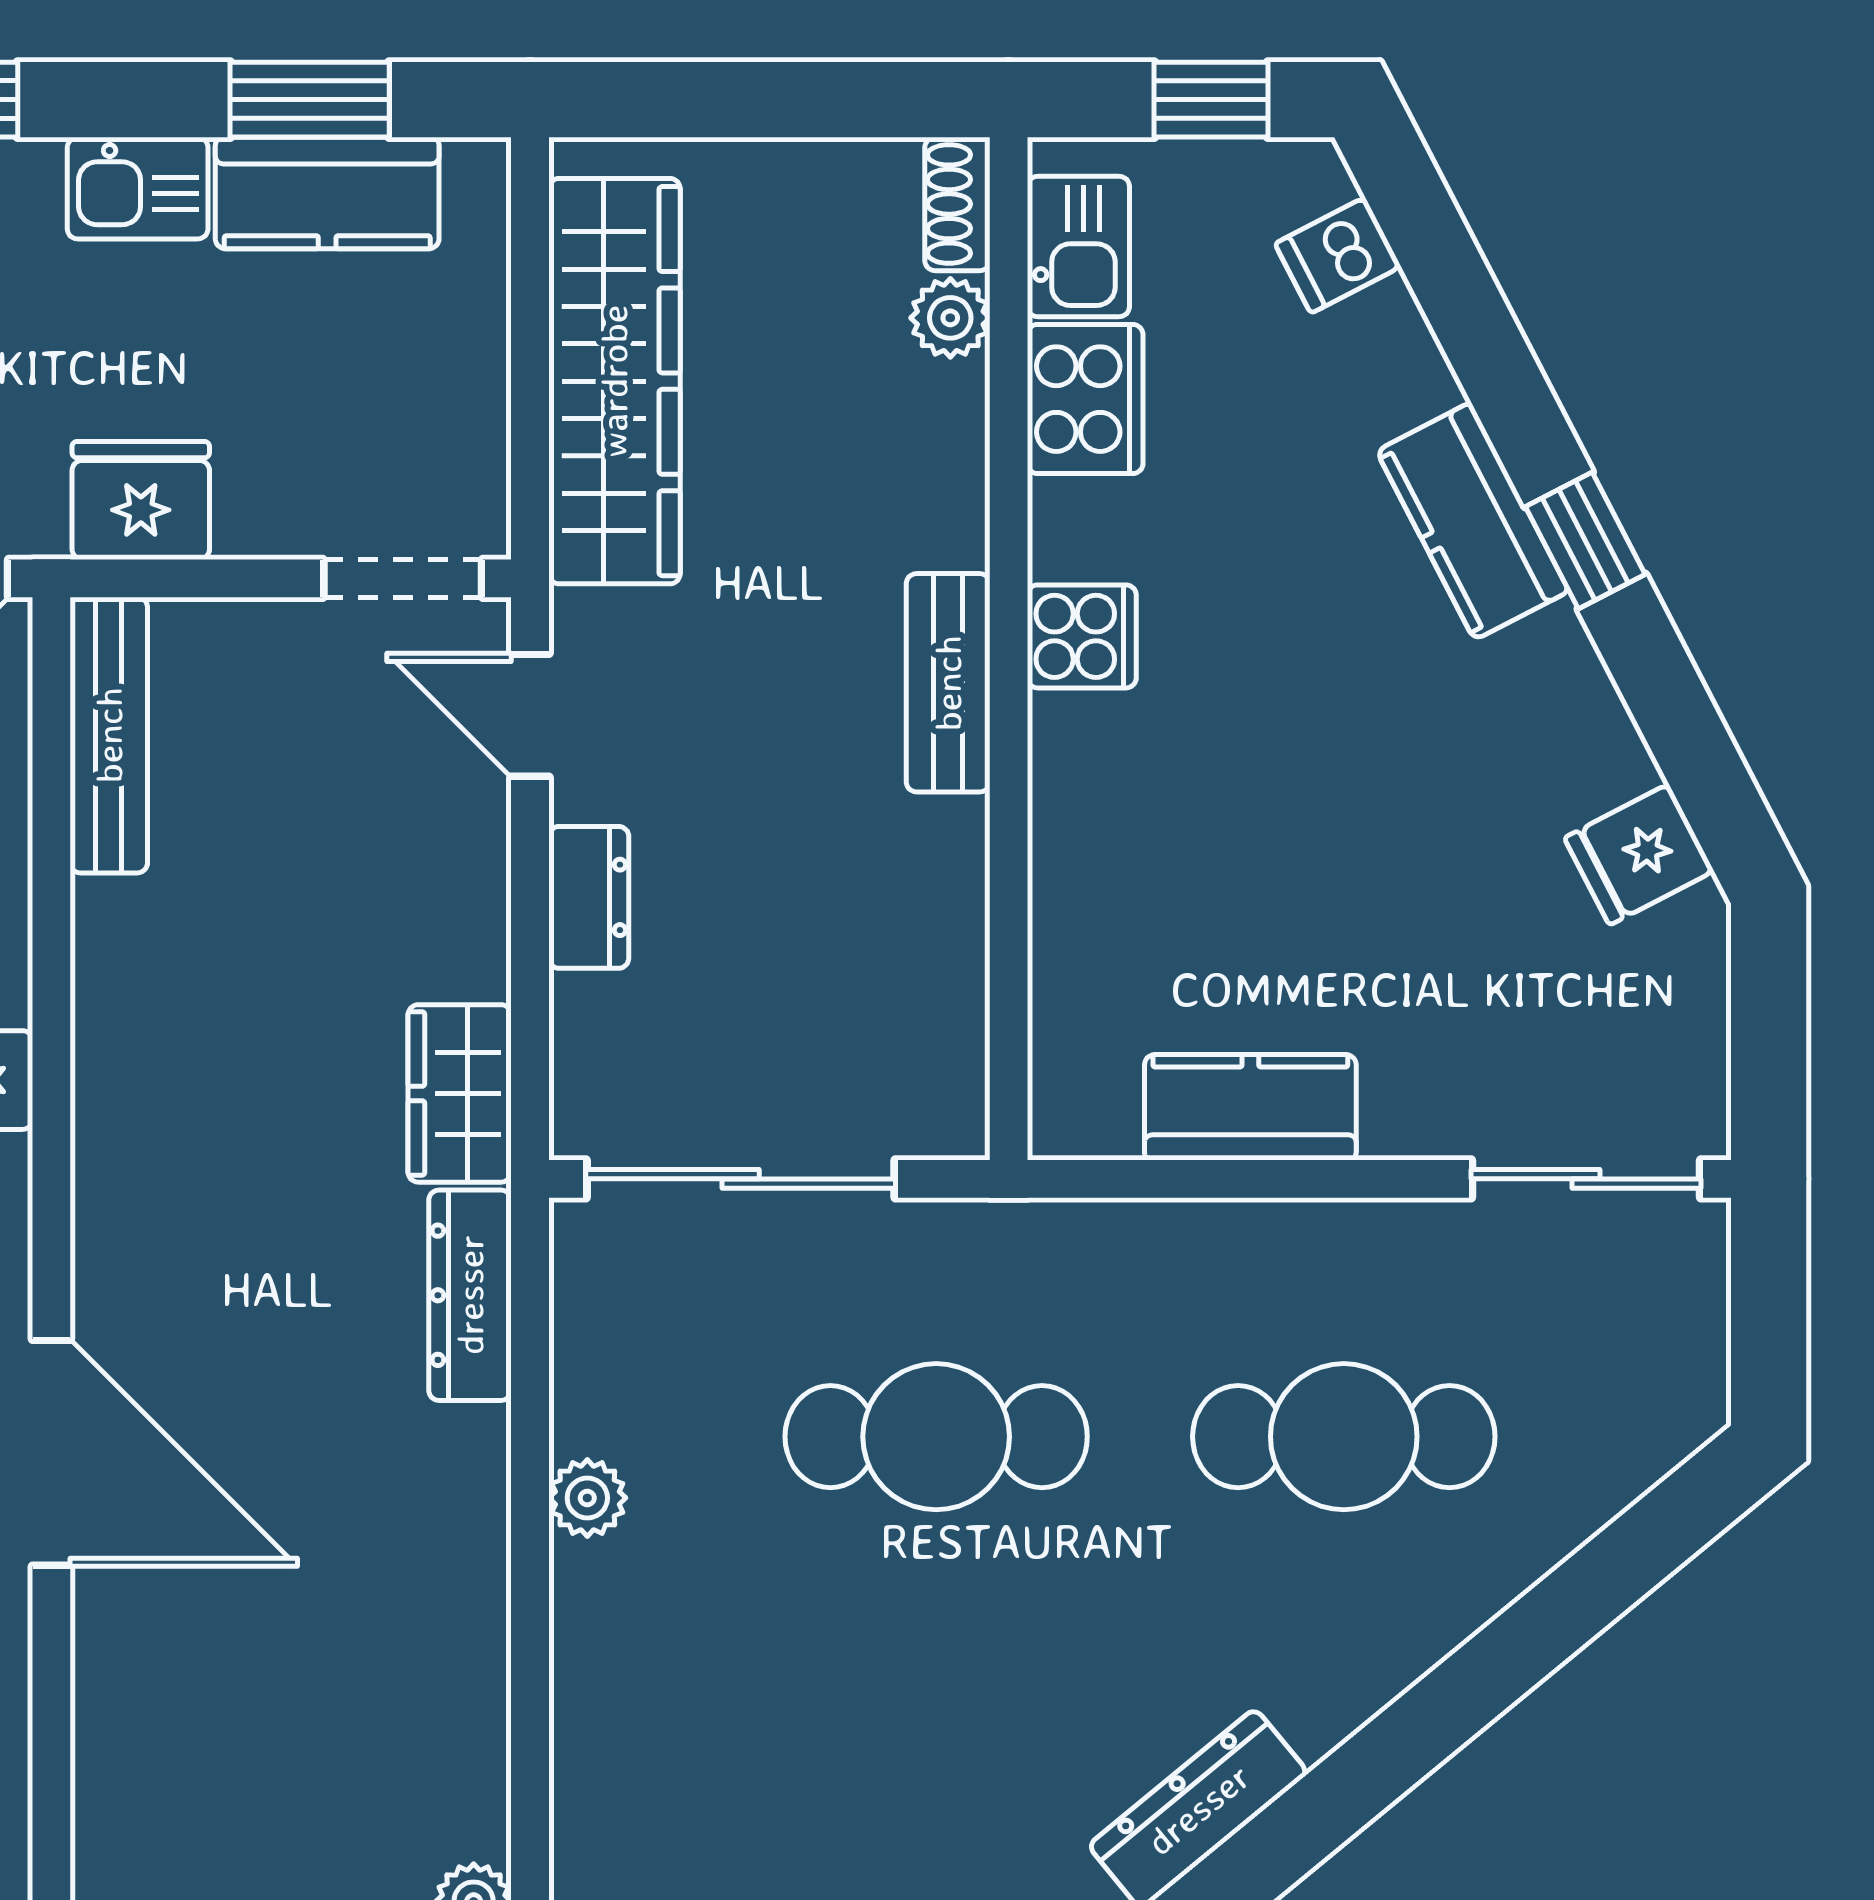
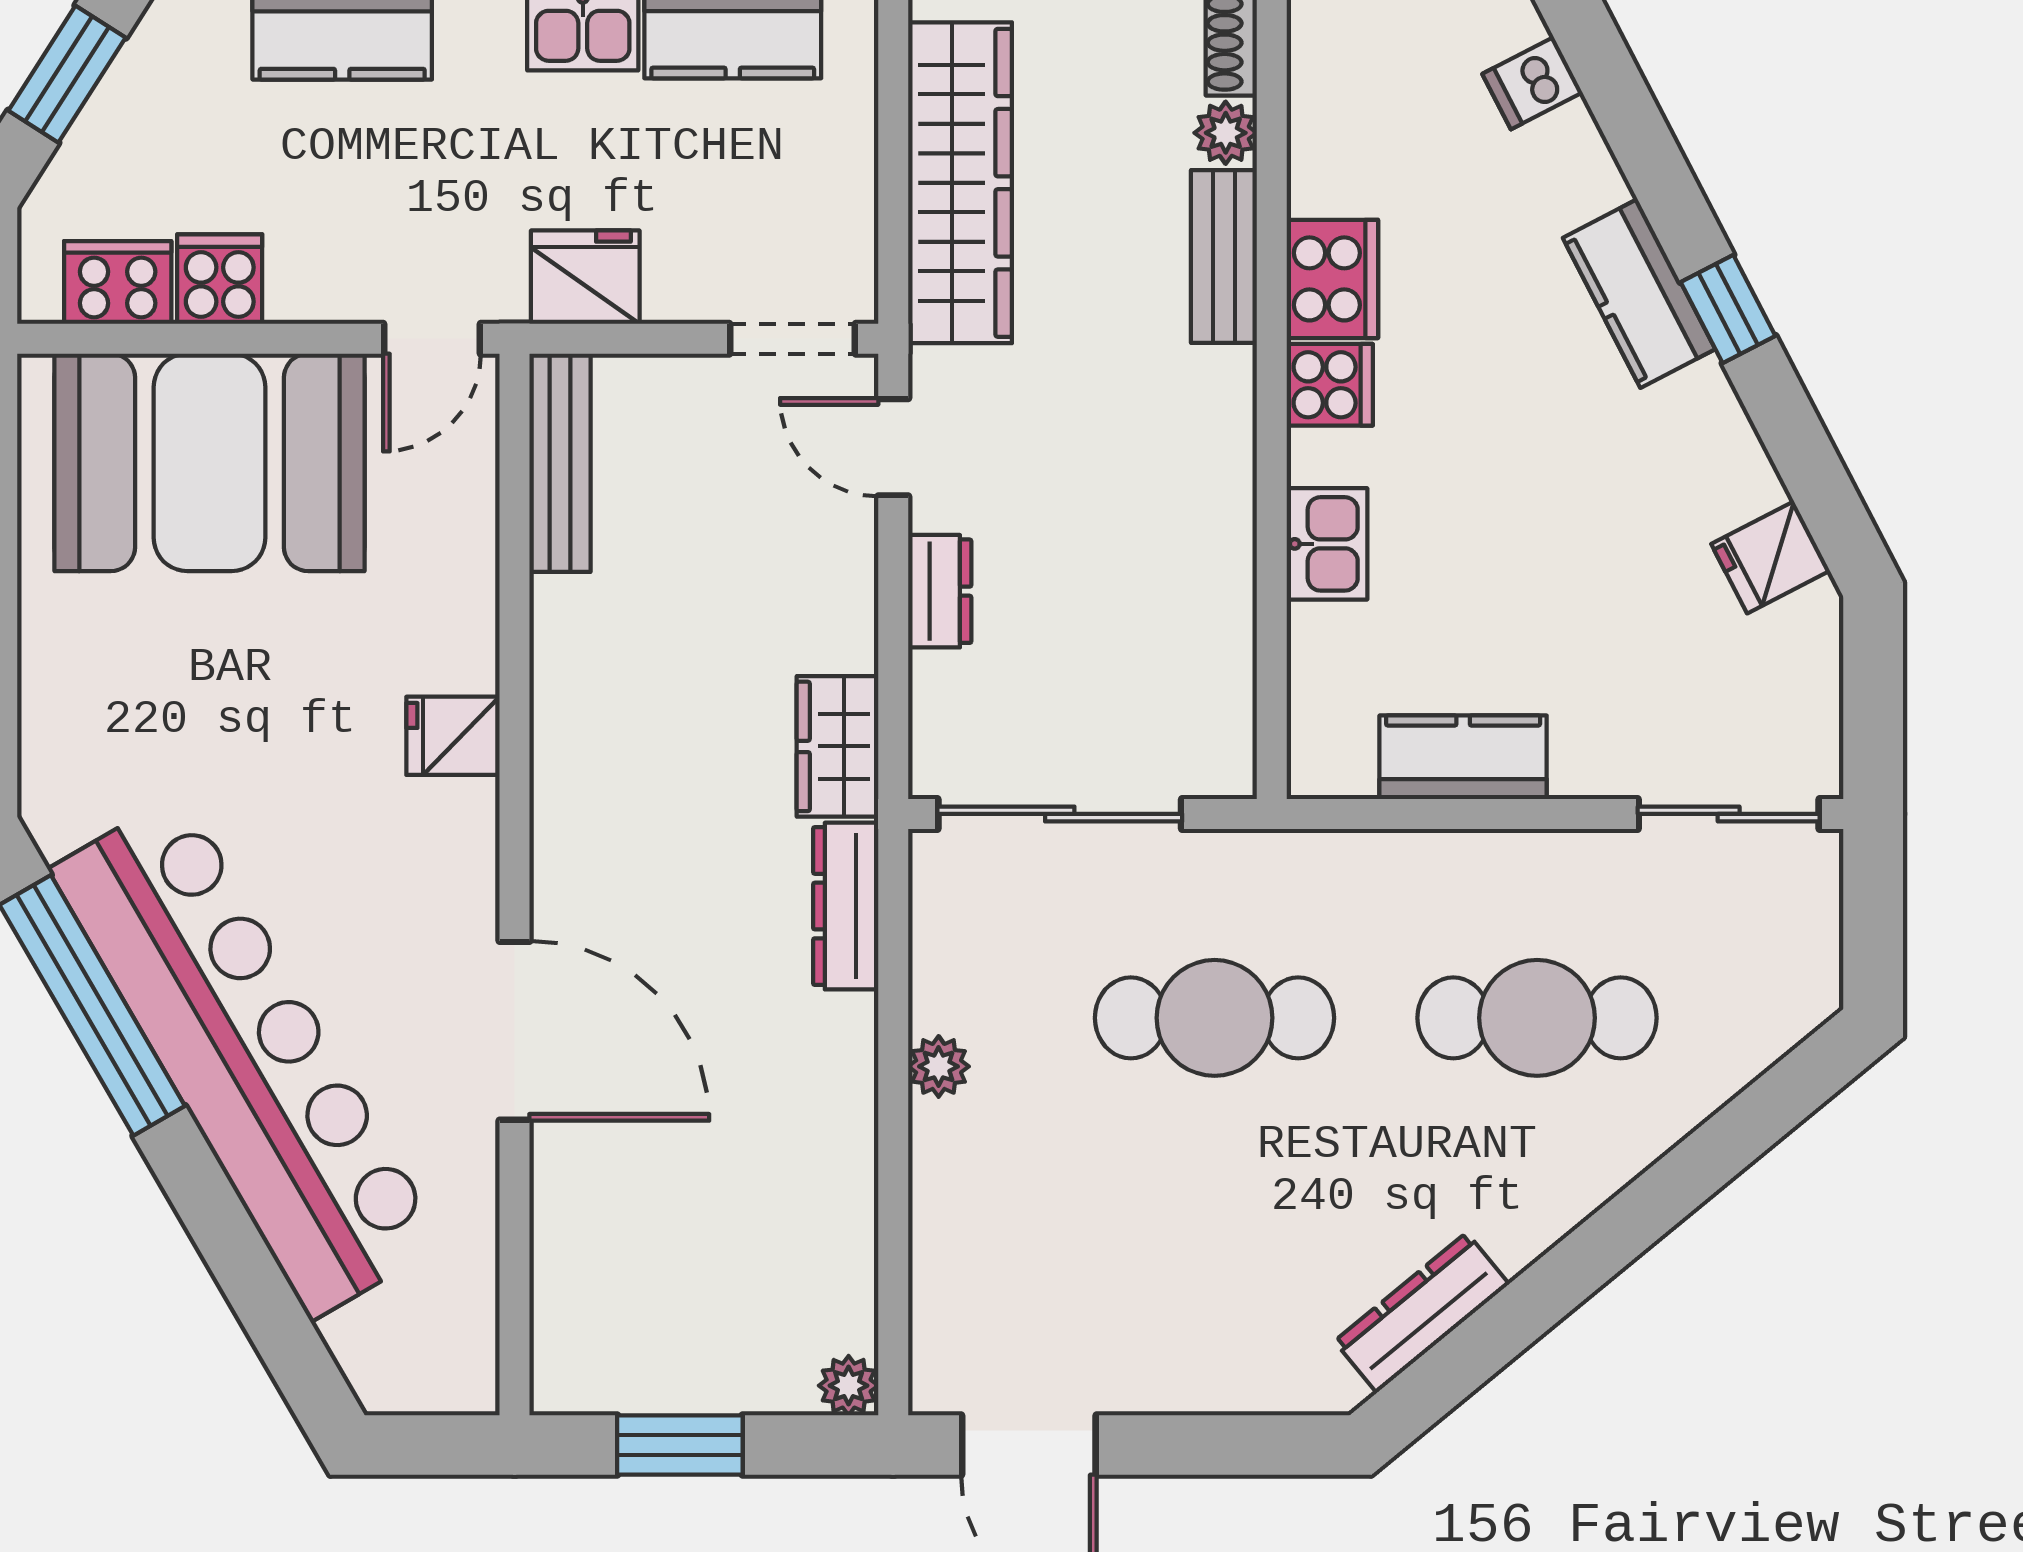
kitchen sink: (1078, 246) -> (1327, 544), moved
cooker: (1085, 399) -> (1332, 279), moved
bench: (948, 683) -> (1224, 257), moved

